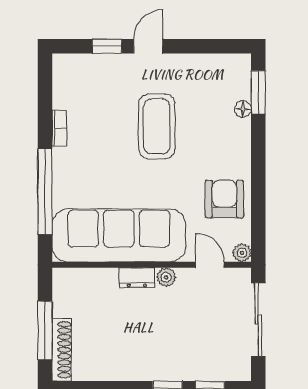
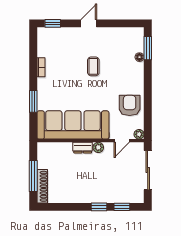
window: (107, 46) -> (53, 23), moved
coffee table: (157, 126) -> (93, 66), width x0.54, depth x0.58
window: (45, 192) -> (33, 101), width x0.47
door: (210, 265) -> (122, 141), swing flipped

